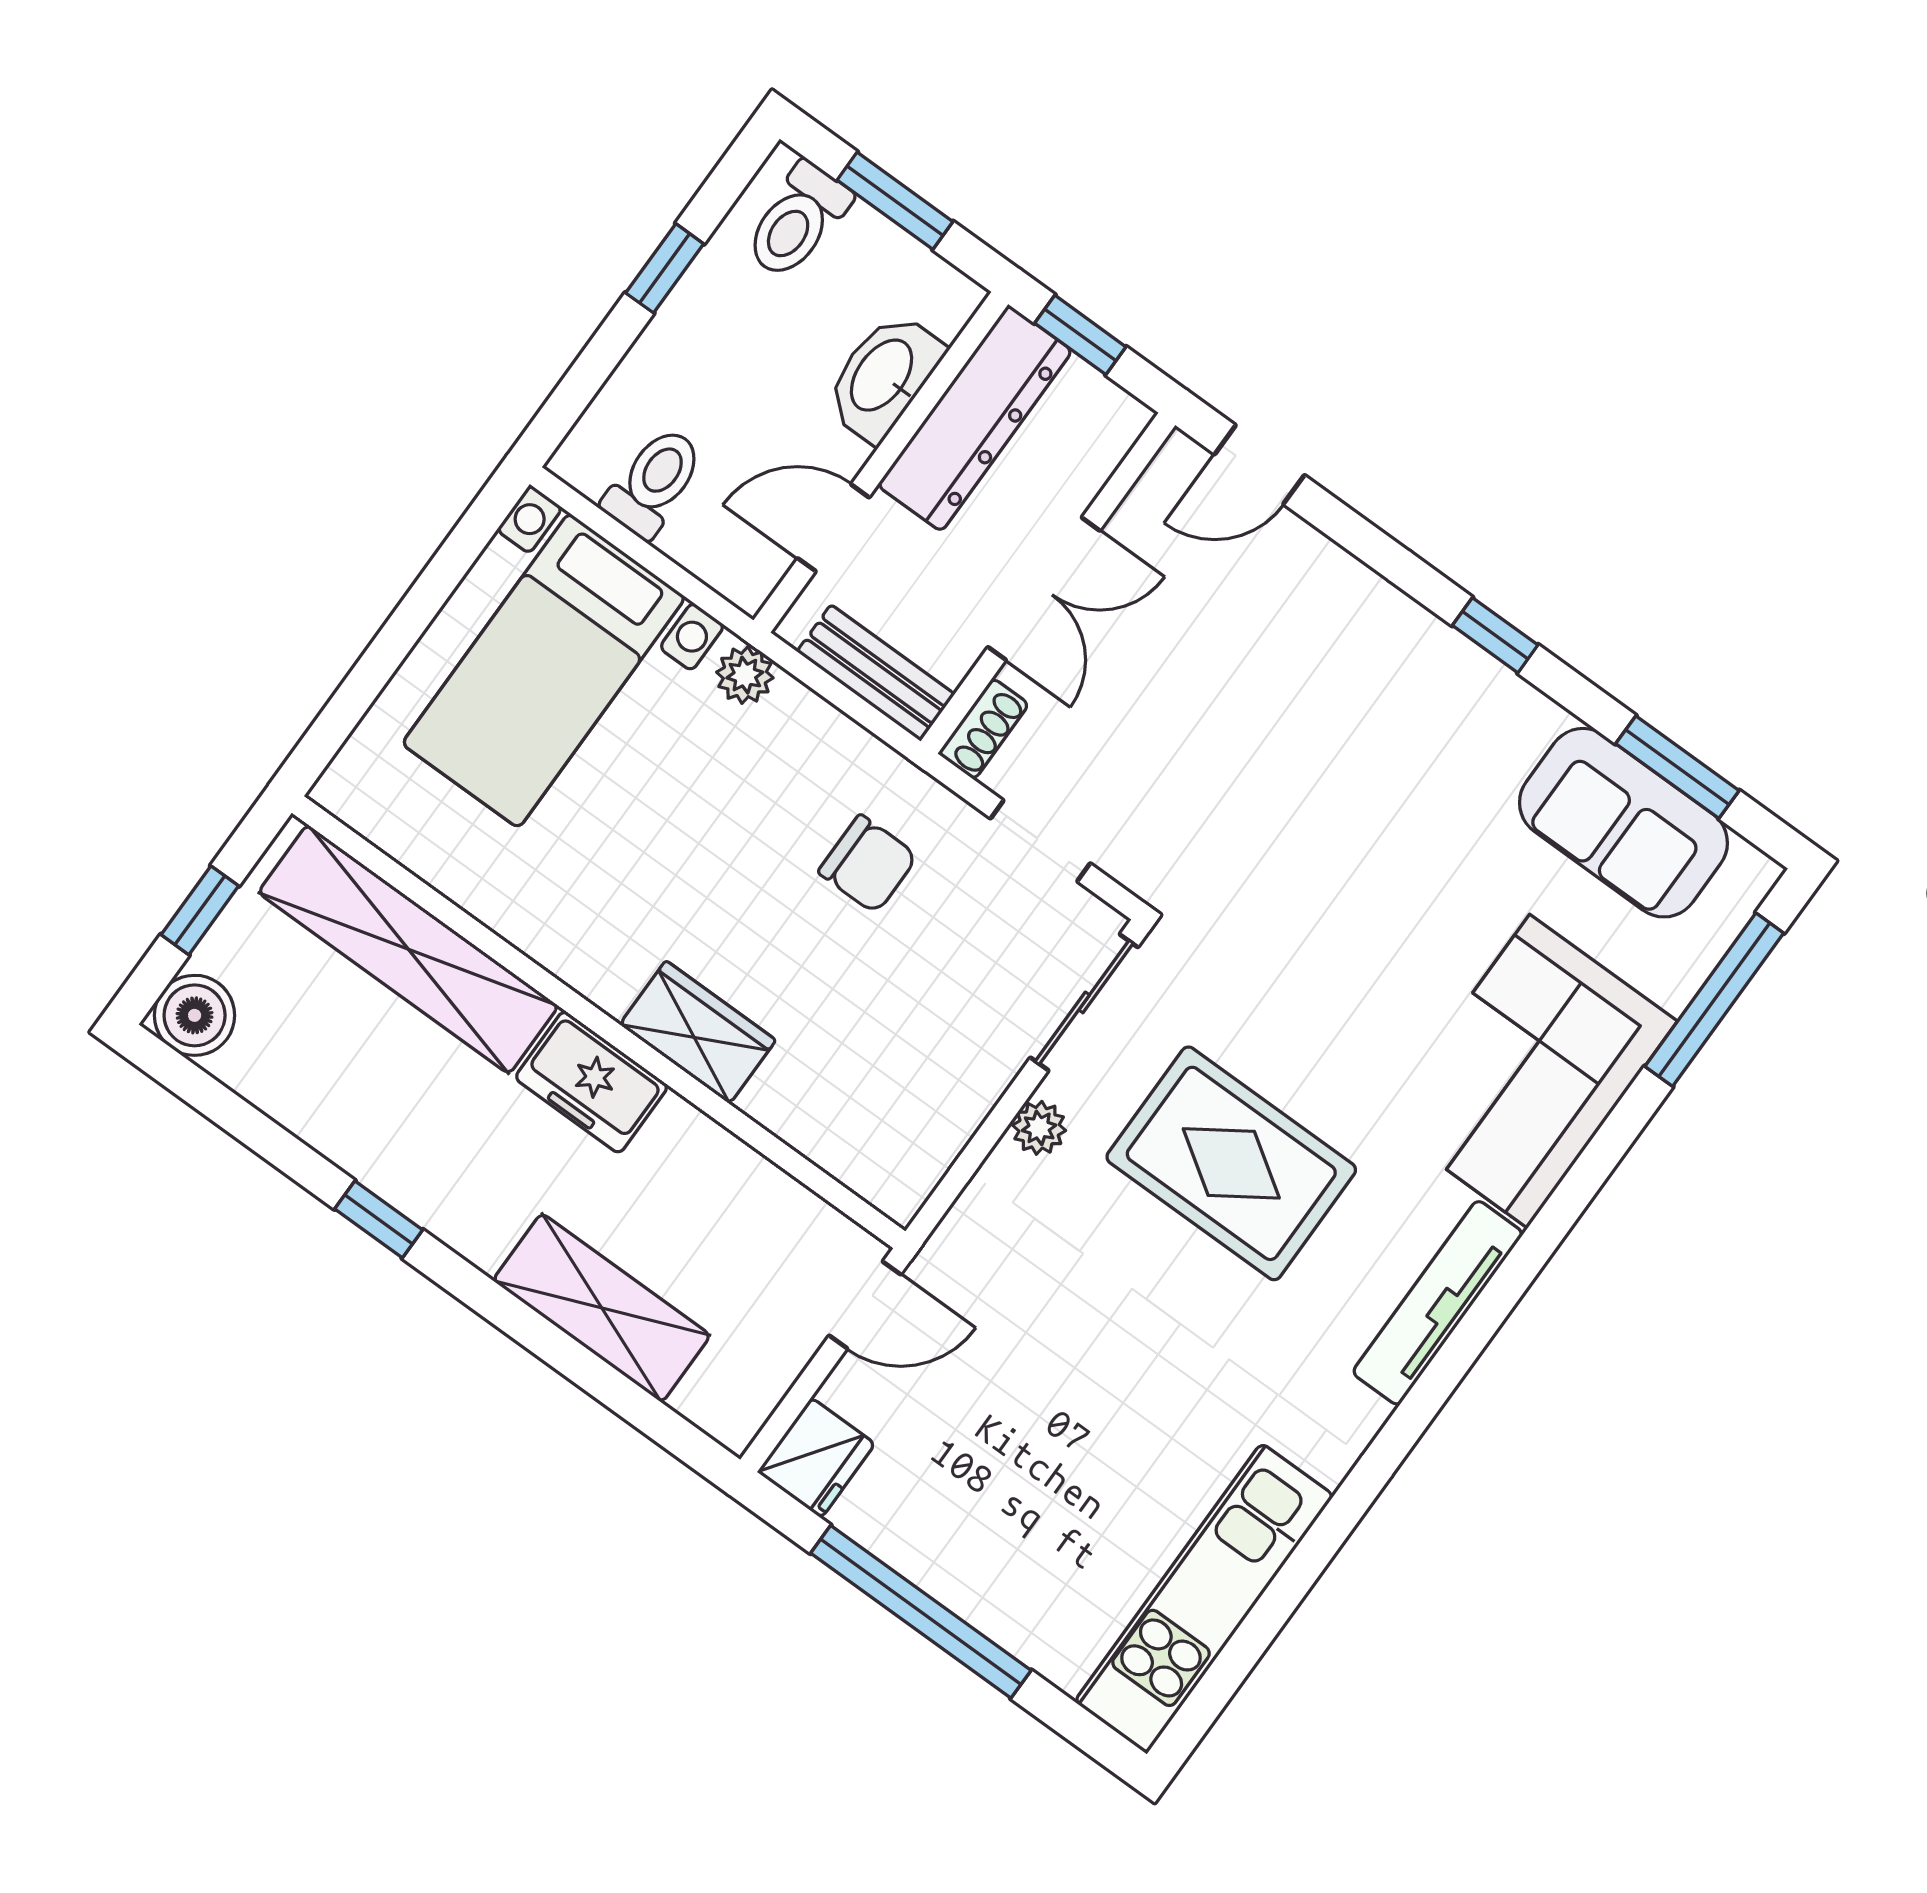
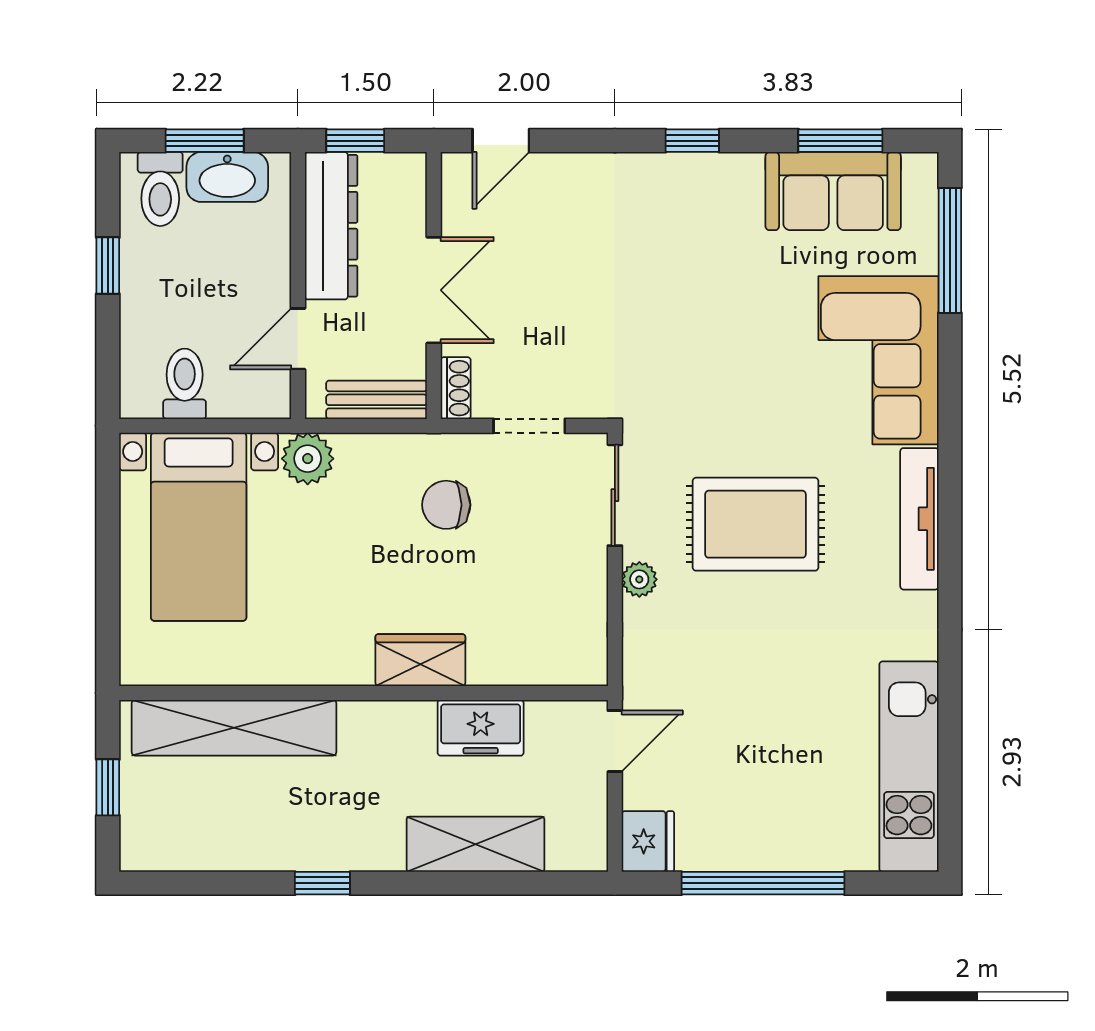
washbasin: (883, 376) -> (227, 177), moved, turned -90
plant: (745, 675) -> (308, 459), width x1.38, depth x1.38
chair: (868, 864) -> (446, 505), turned 180
boiler: (195, 1015) -> (146, 845), removed
freezer: (591, 1082) -> (481, 728), moved

